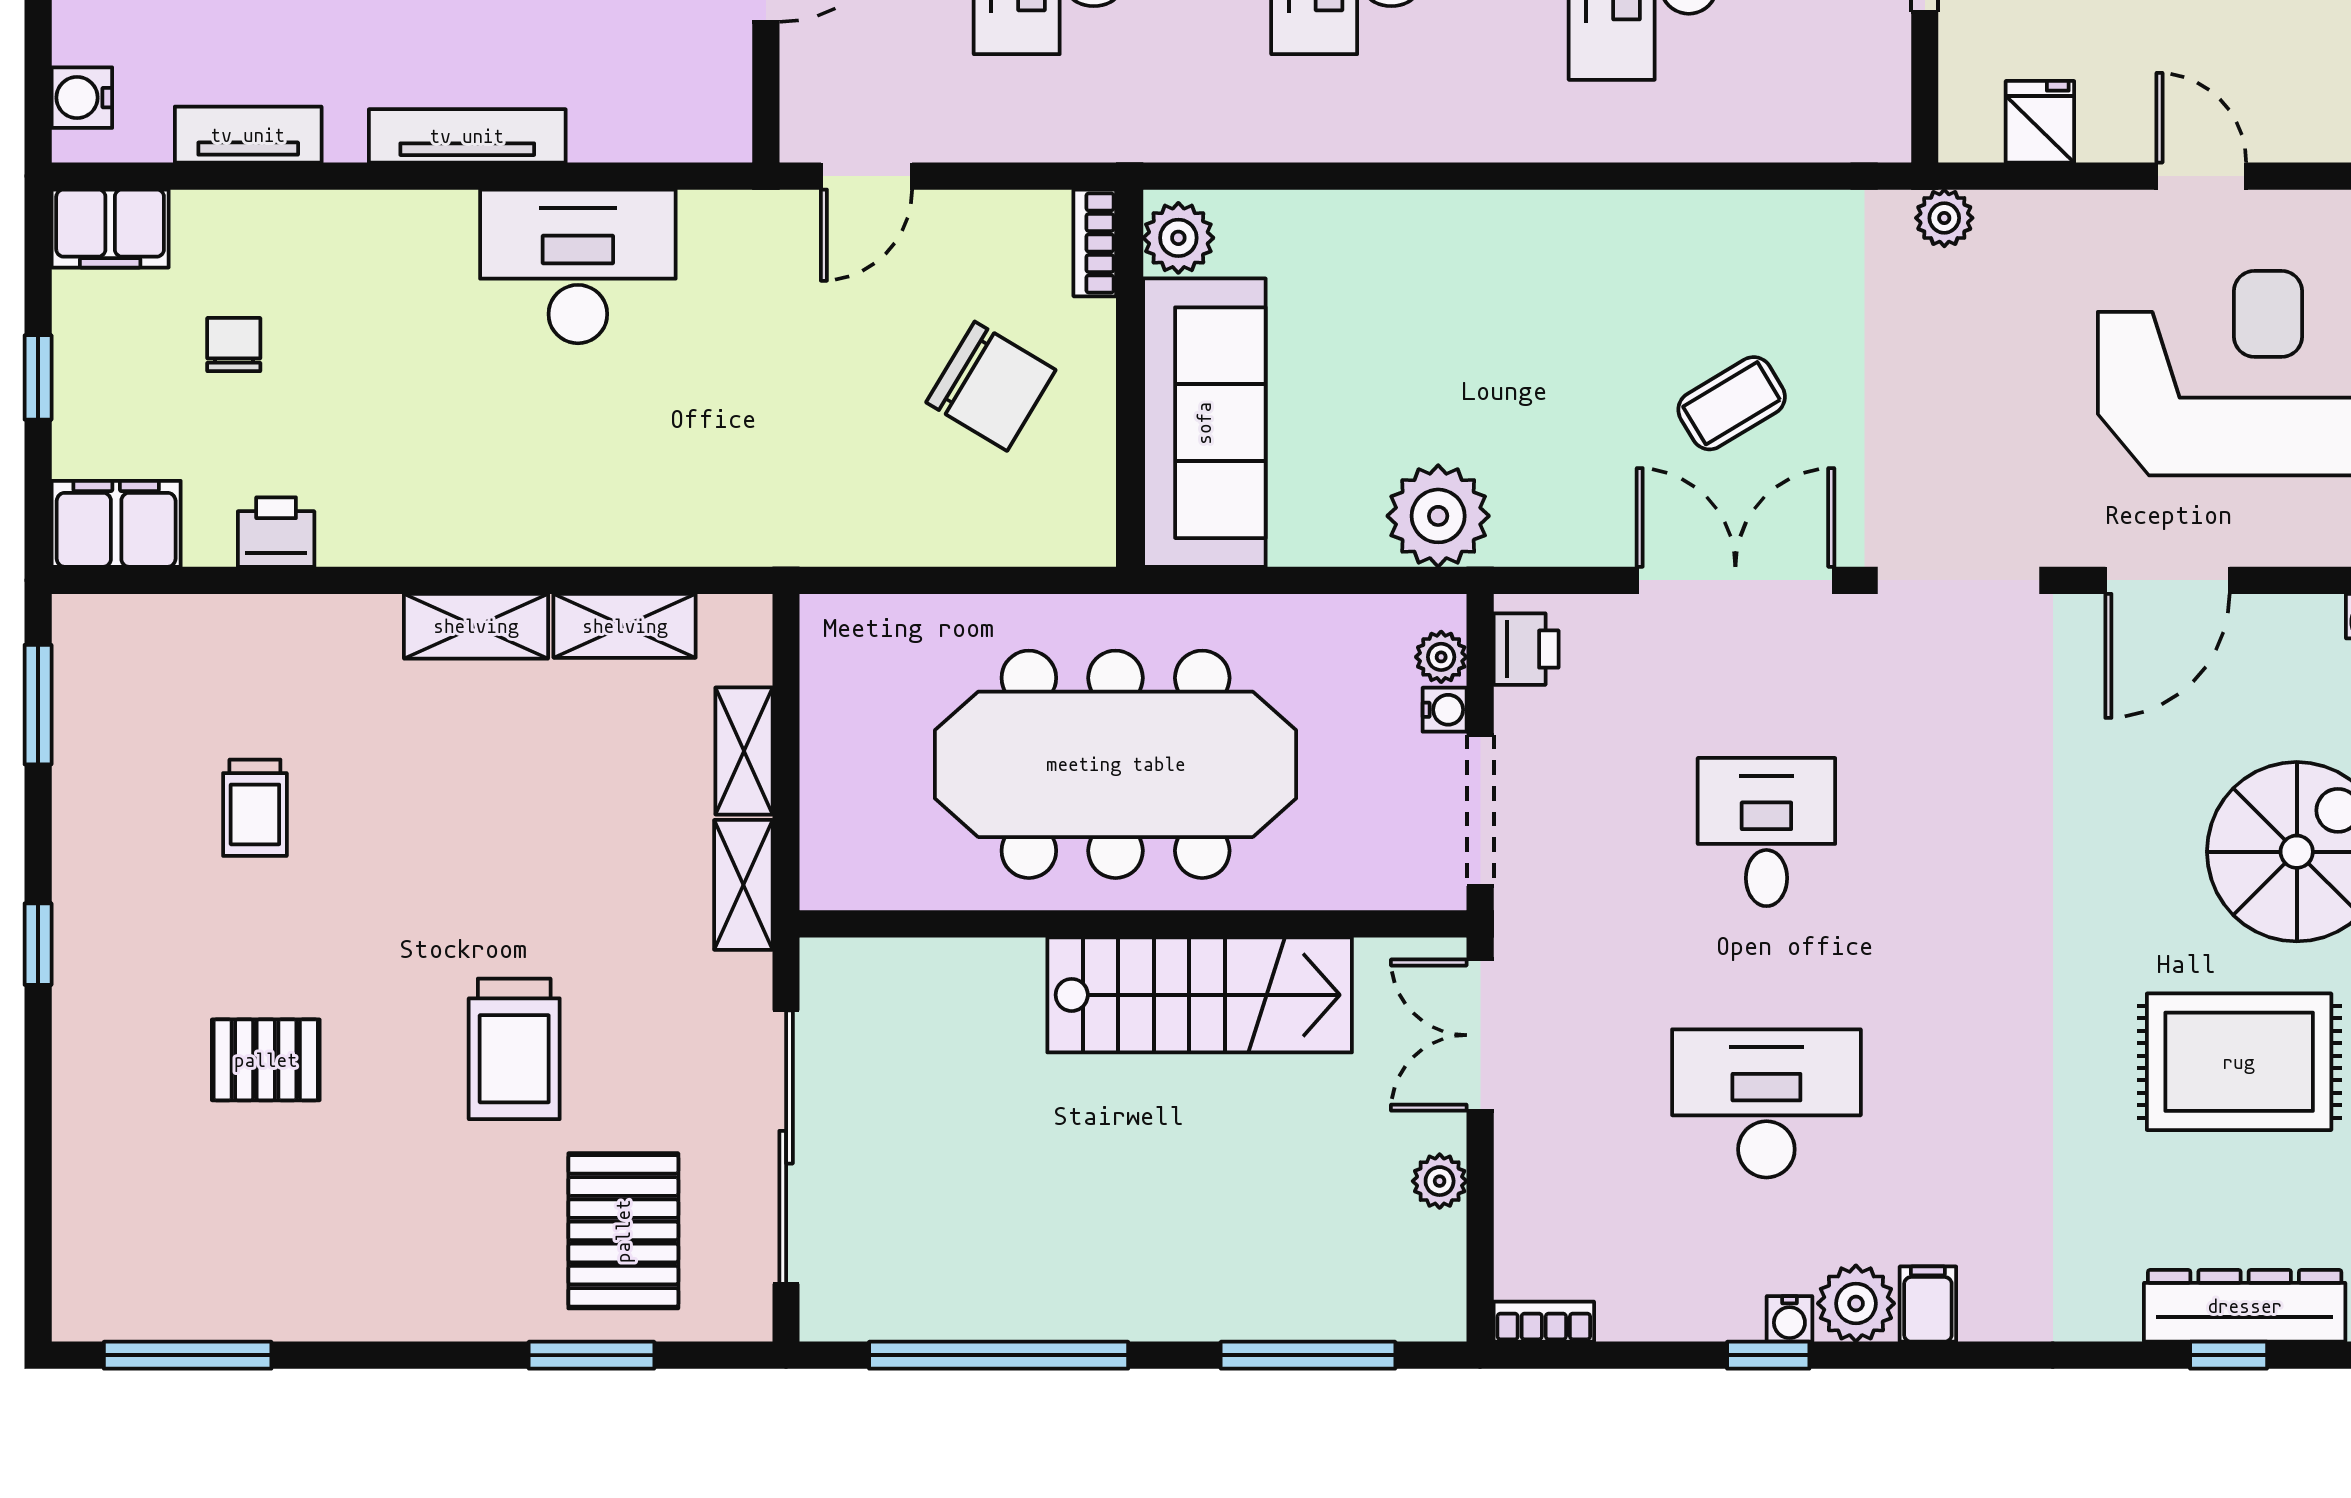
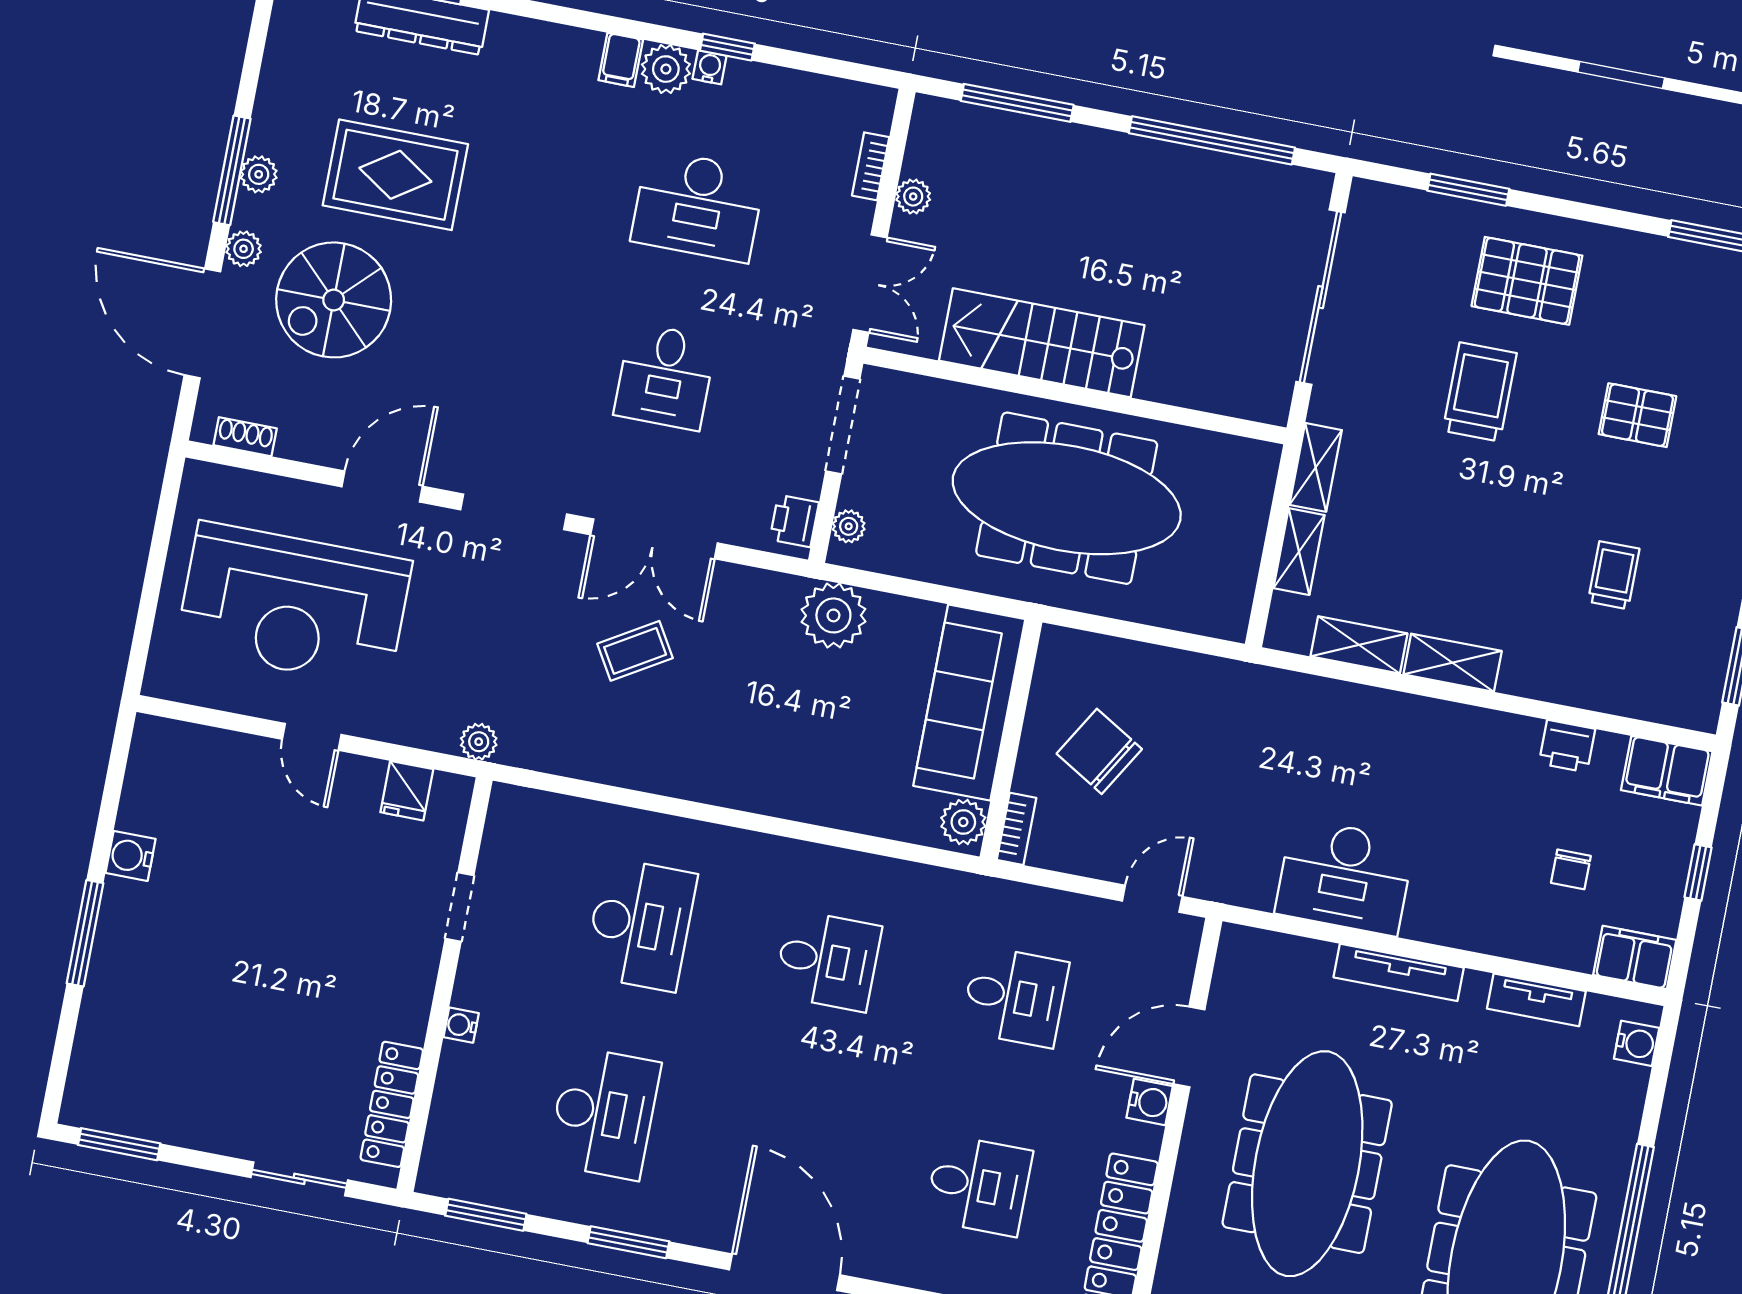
water cooler: (1445, 710) -> (853, 493), removed
pallet: (623, 1231) -> (1527, 281), moved, turned 90
bookcase: (1544, 1322) -> (871, 166), moved, turned 90

